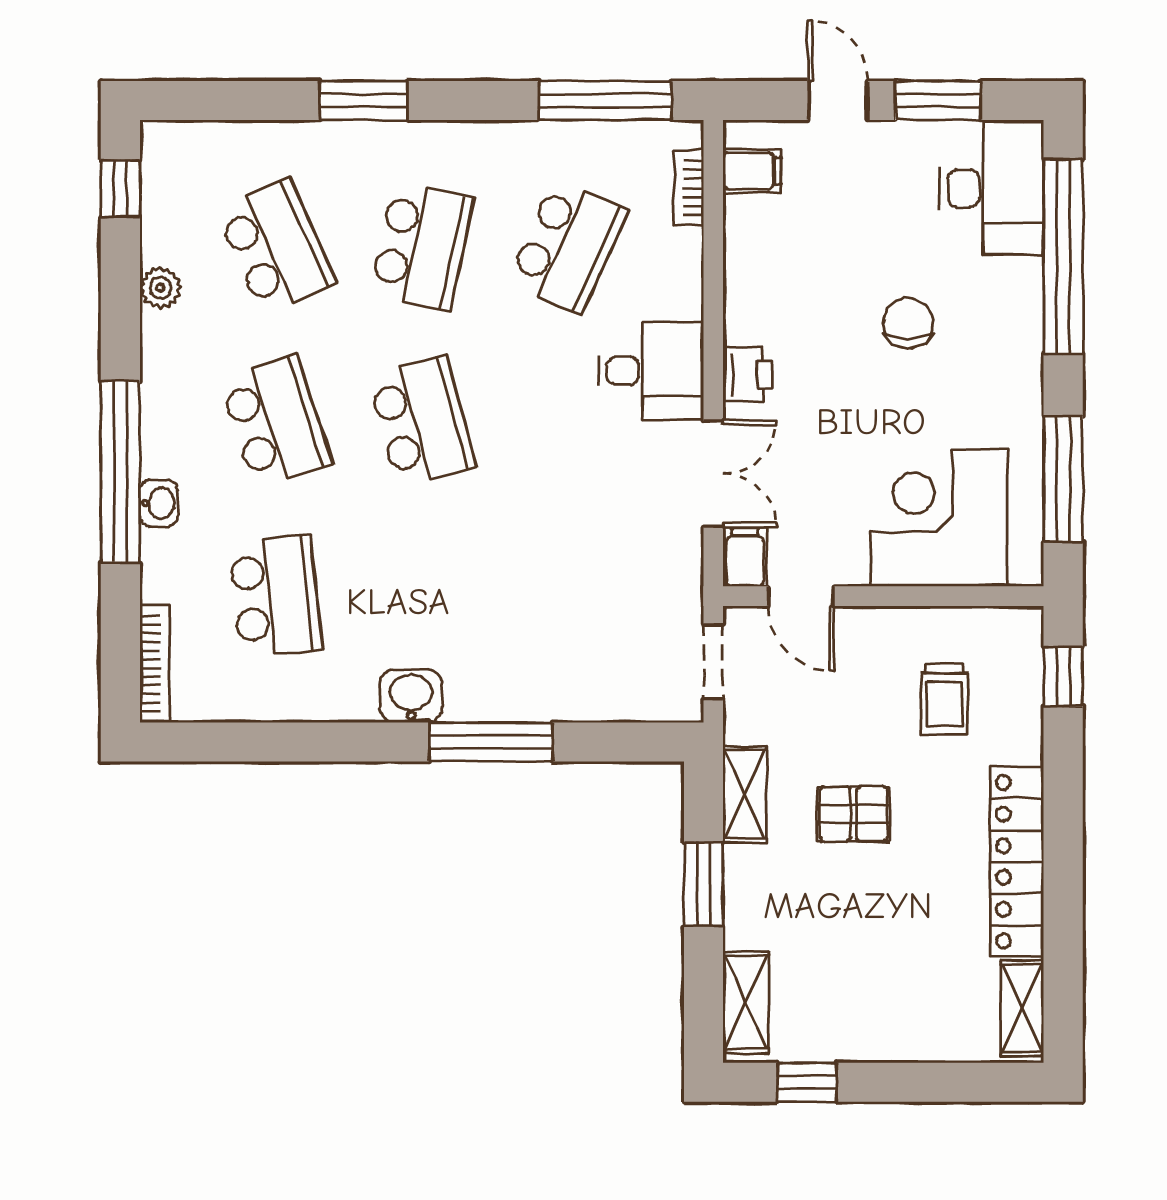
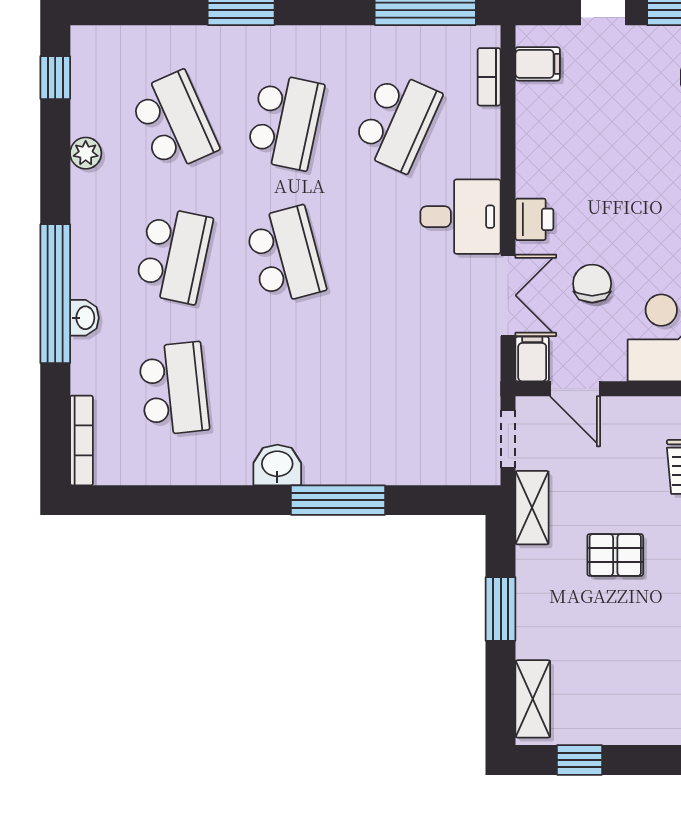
chair: (908, 323) -> (592, 284), moved
school desk: (276, 421) -> (174, 255), turned 30
shelving: (745, 794) -> (532, 508), moved

